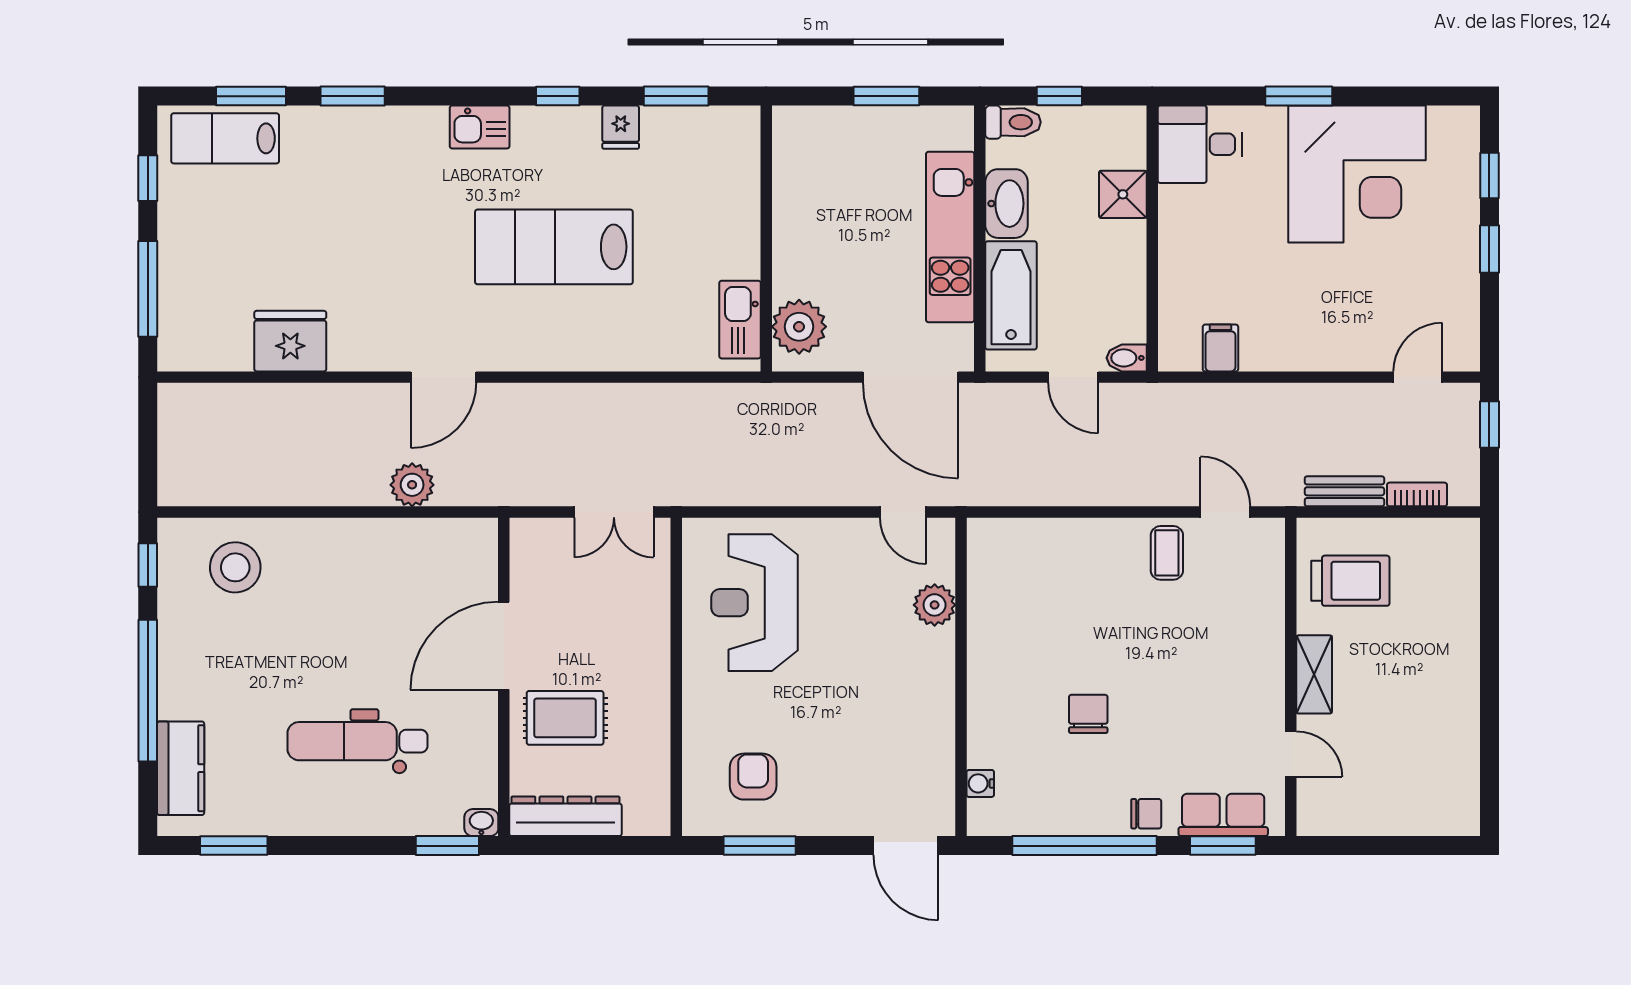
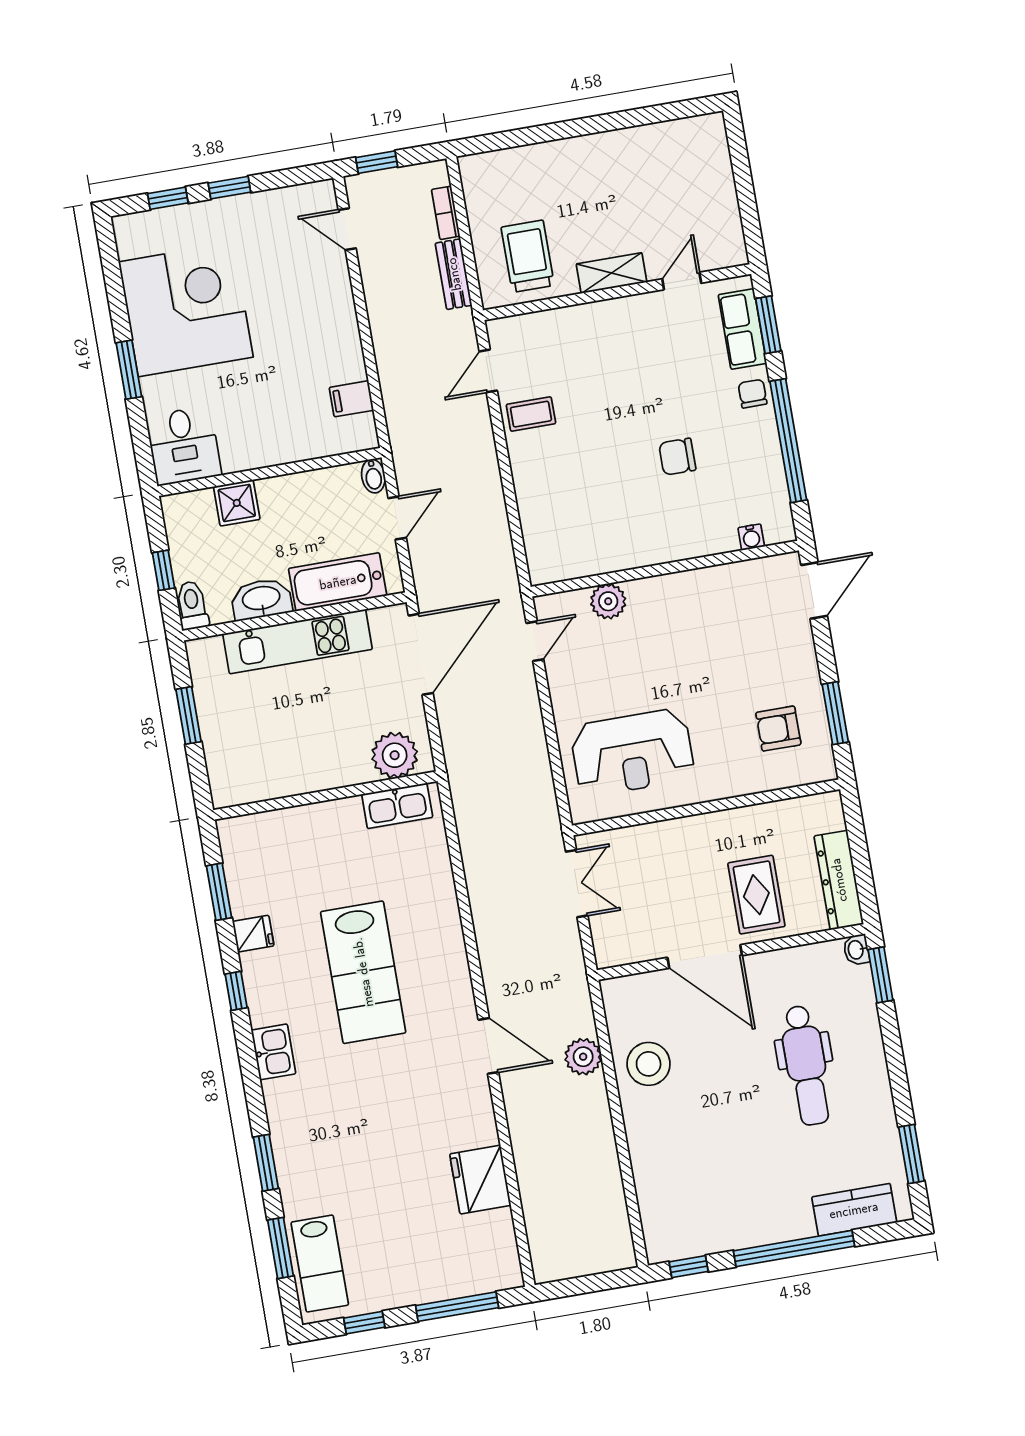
stool: (235, 567) -> (649, 1064), moved

